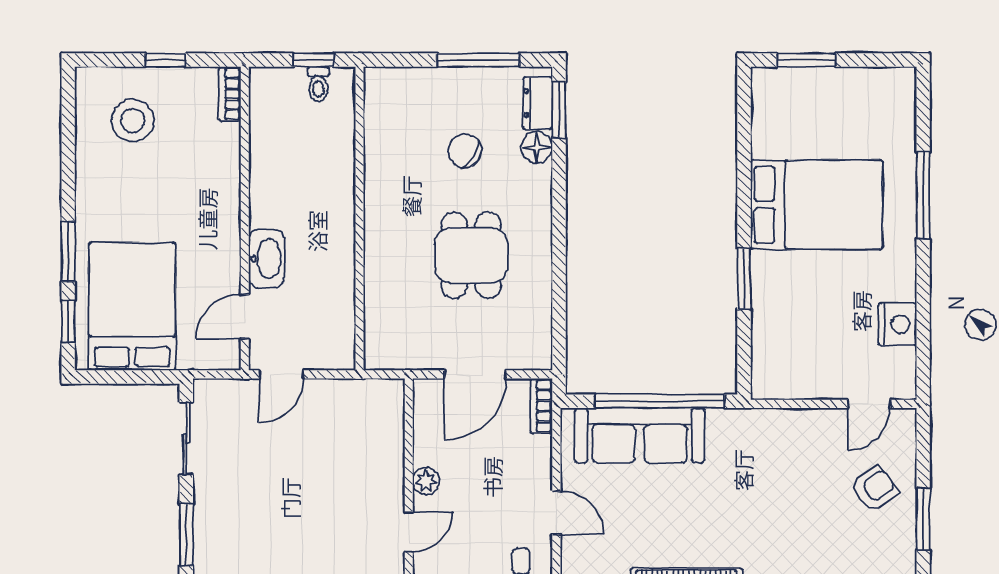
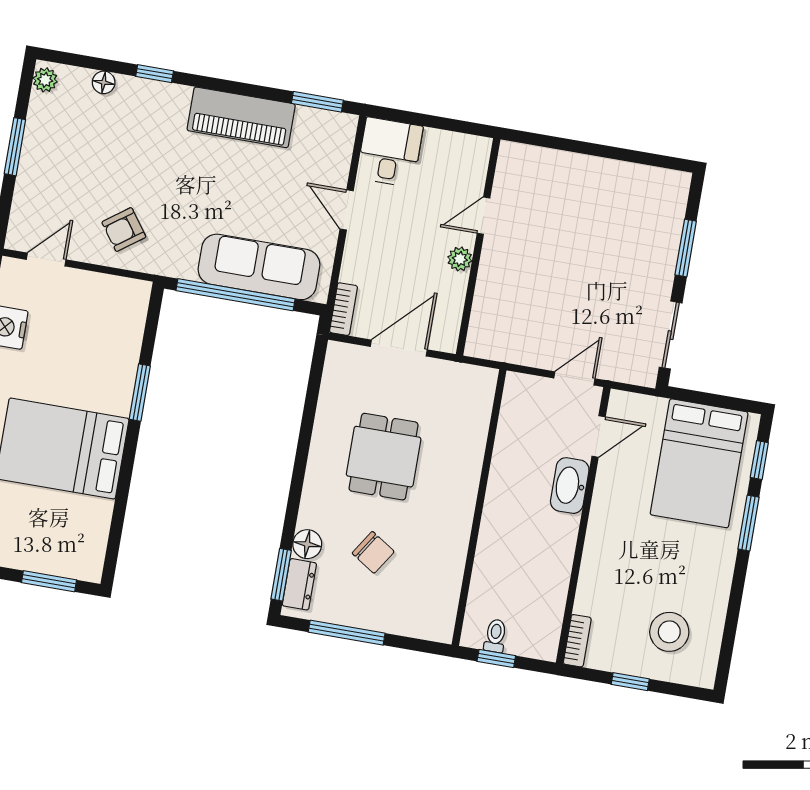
armchair: (874, 489) -> (124, 230), moved

